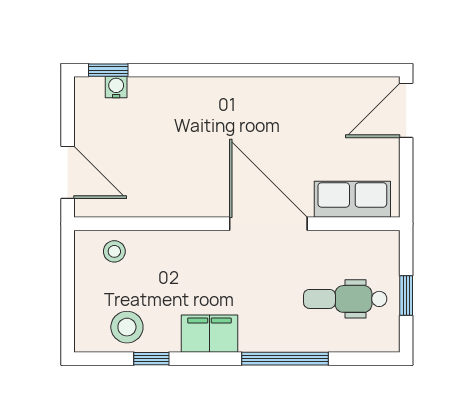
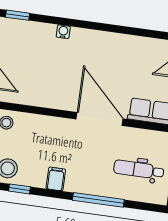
water cooler: (116, 87) -> (63, 32), moved
filing cabinet: (209, 334) -> (56, 179), width x0.50

